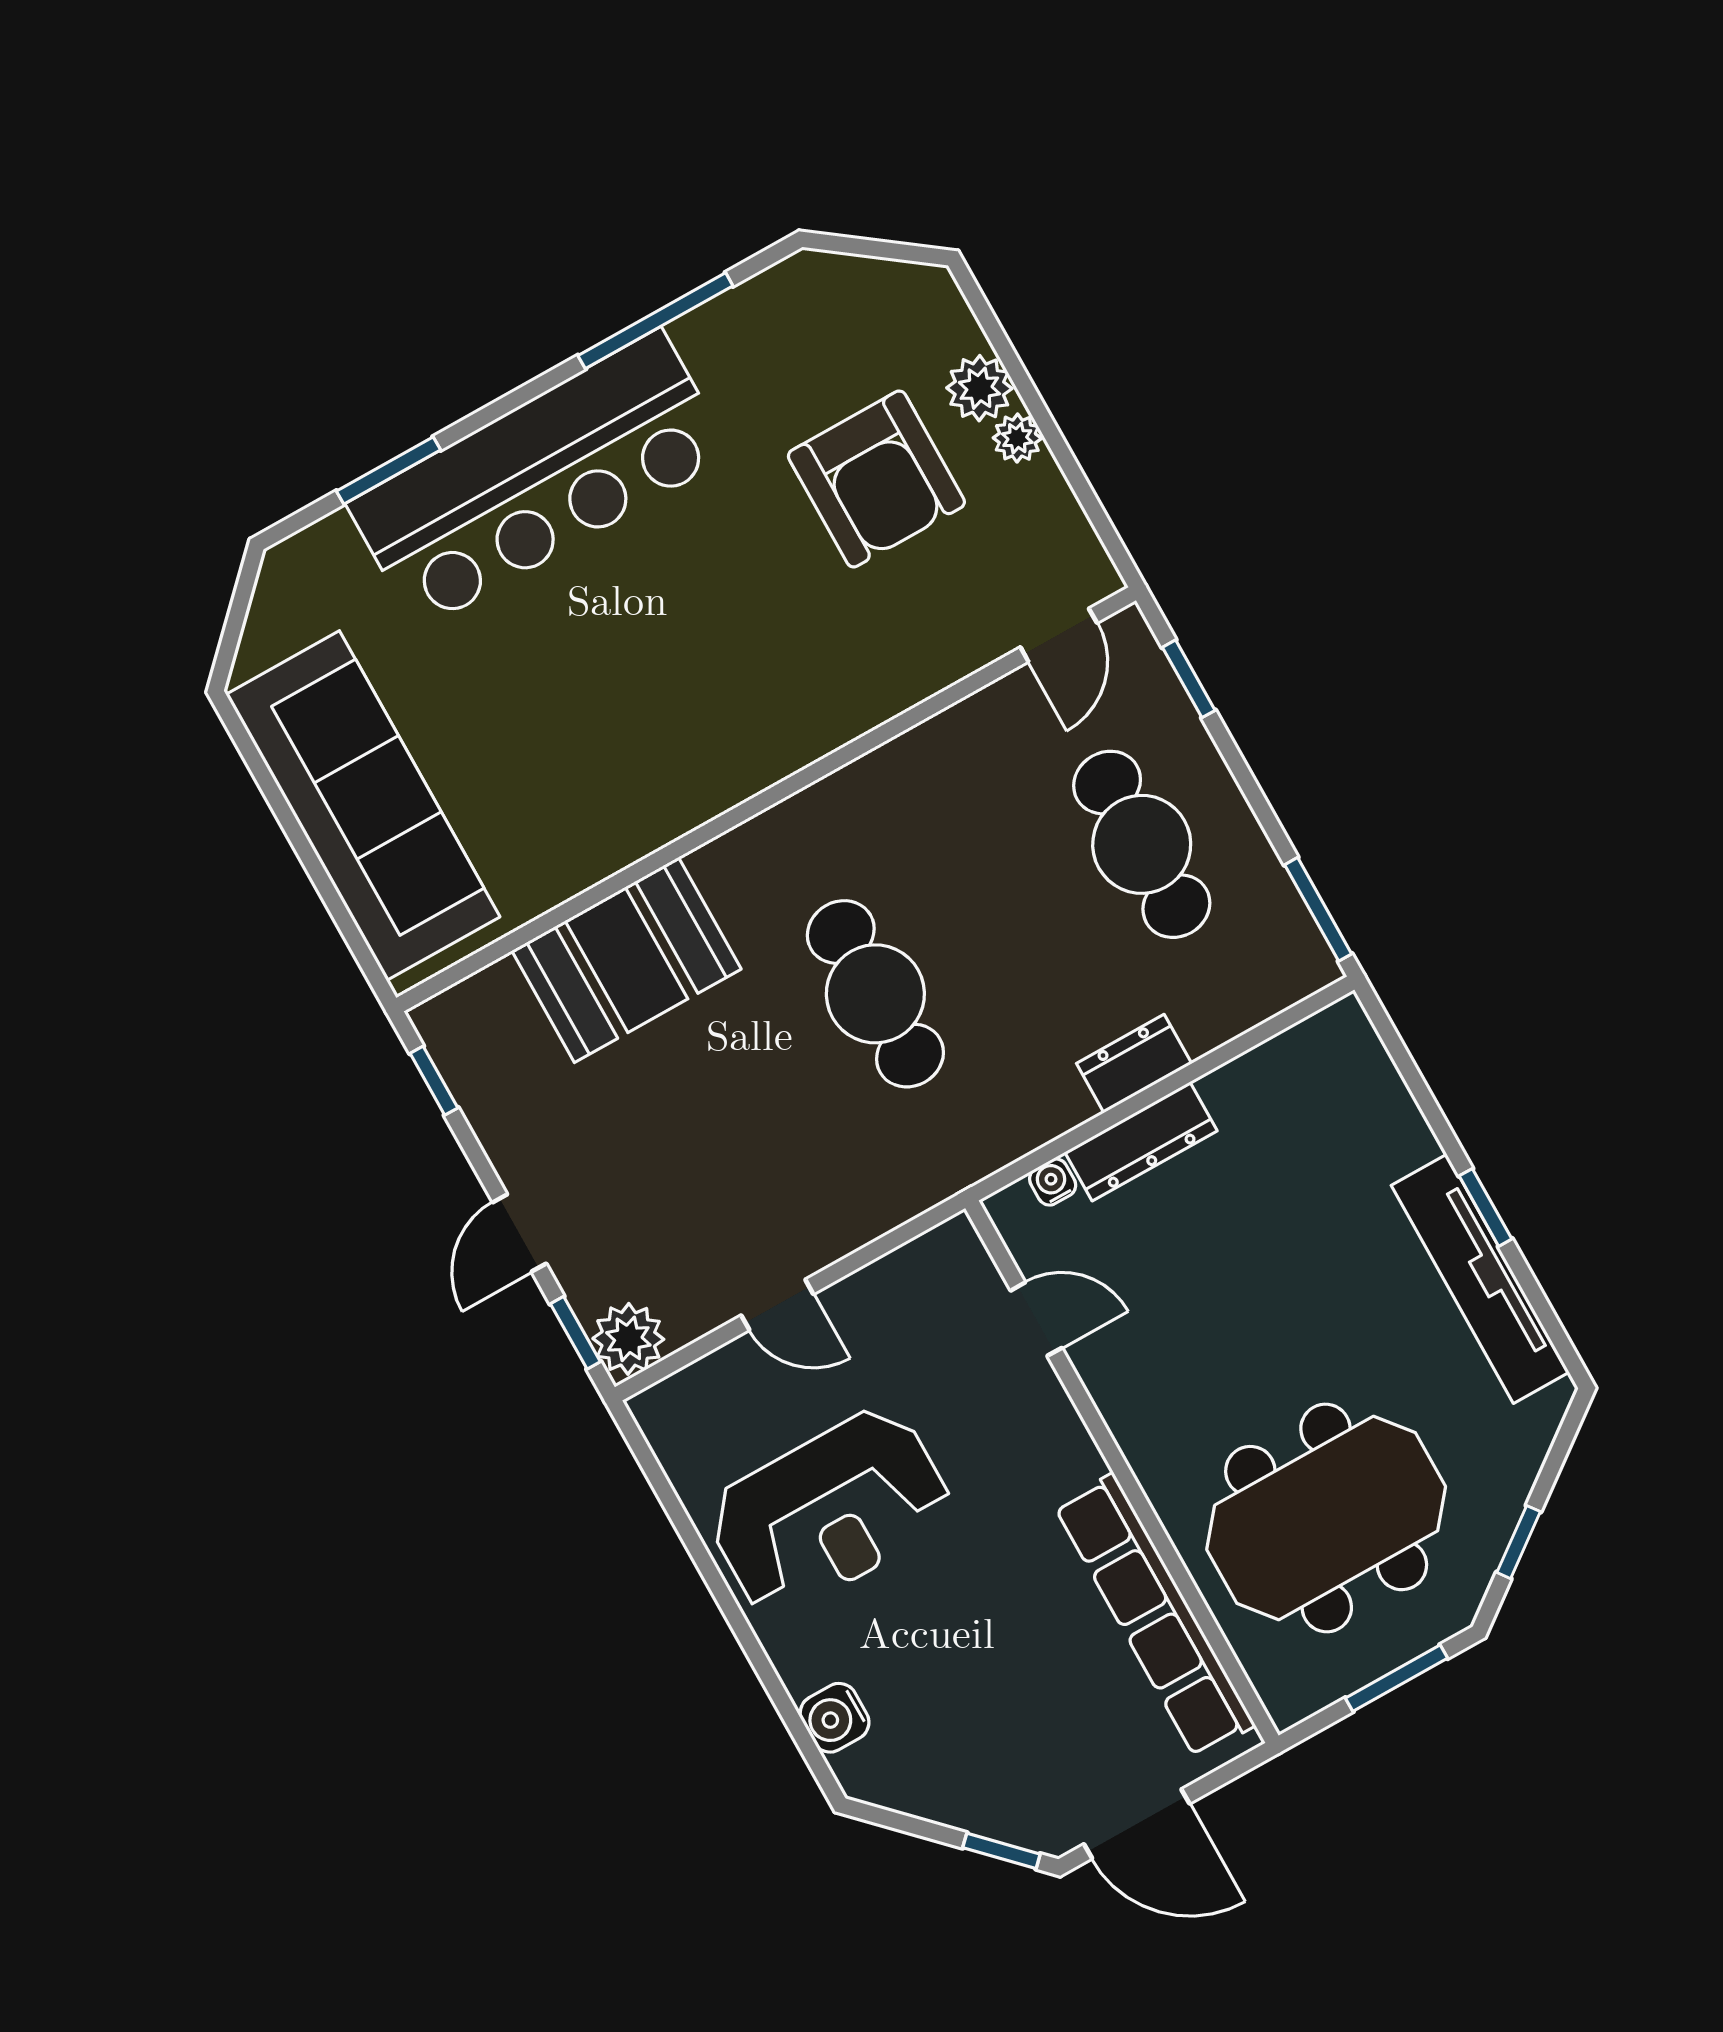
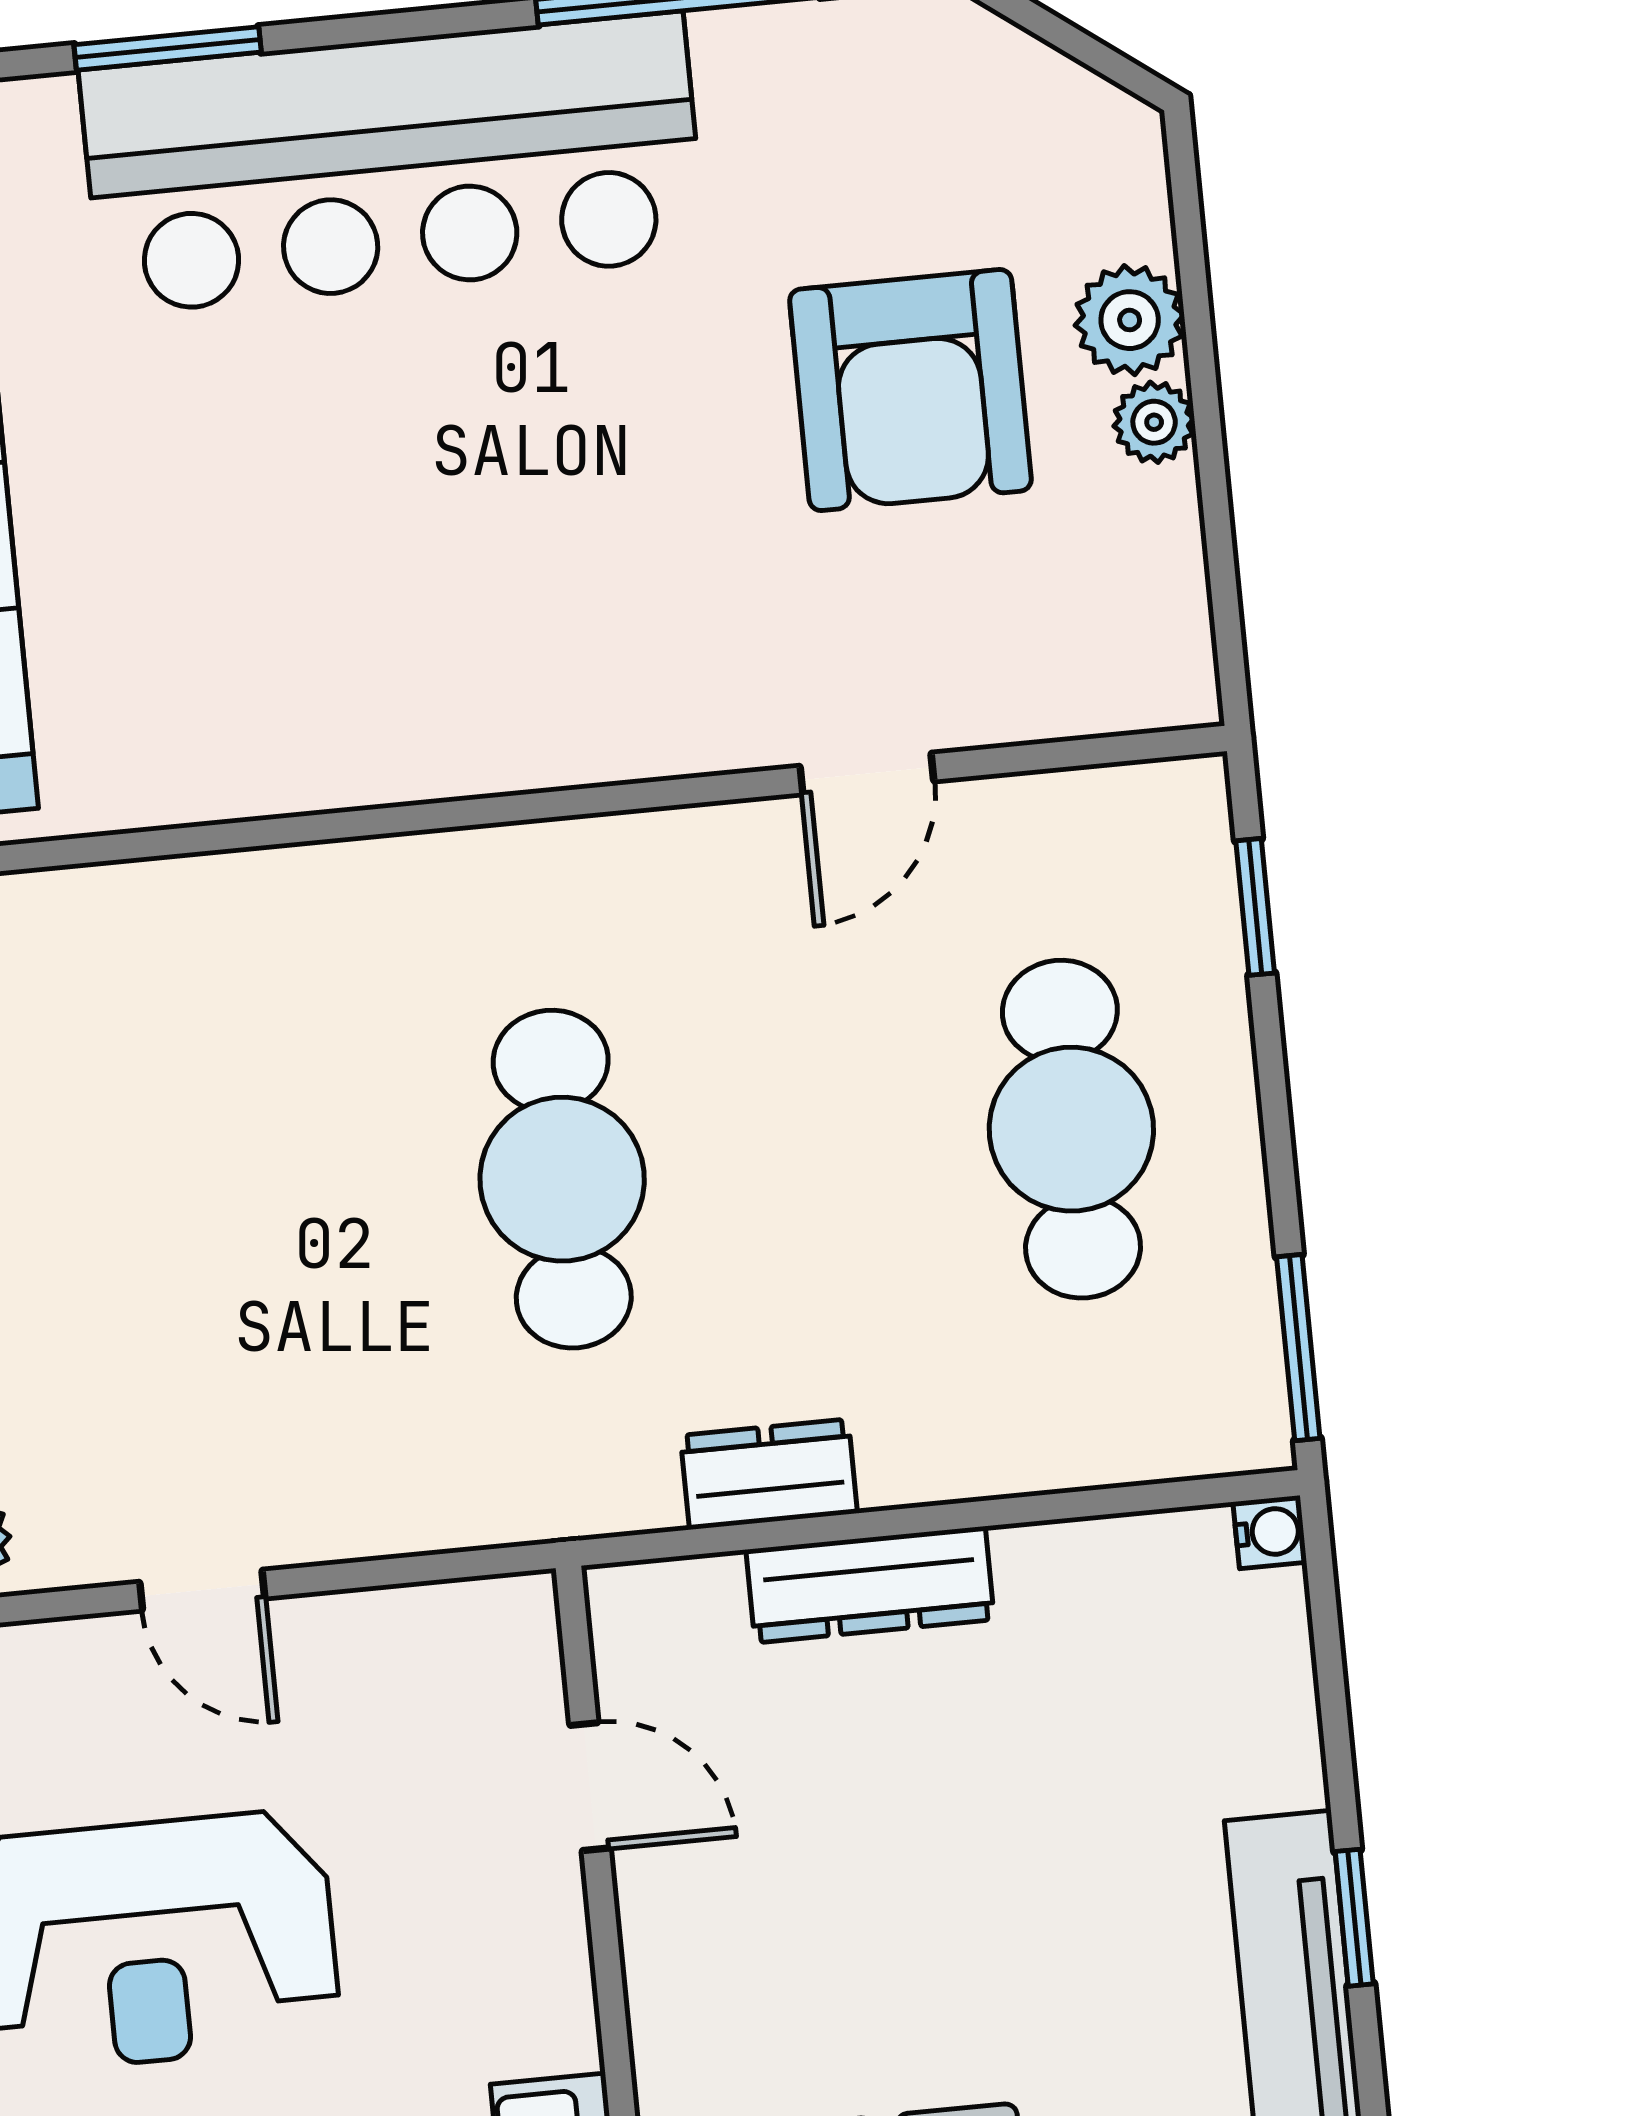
door: (1059, 635) -> (867, 774), moved
booth: (626, 960) -> (203, 959), removed
dresser: (1134, 1063) -> (769, 1474), moved
water cooler: (1053, 1182) -> (1270, 1532), moved, turned 90

